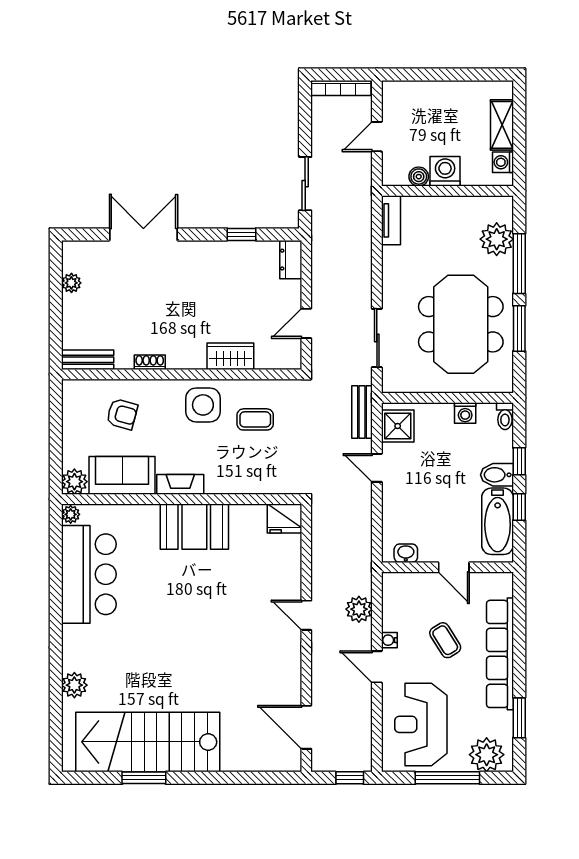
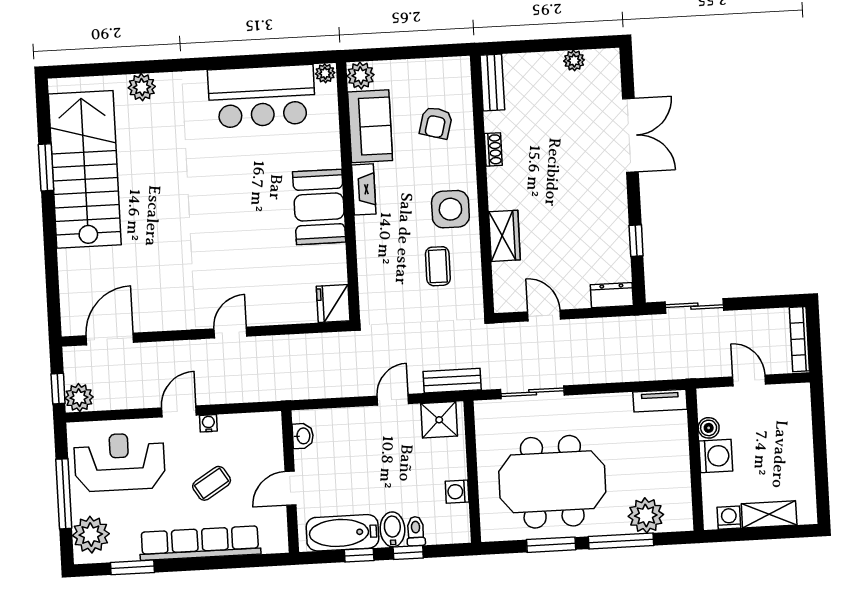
toilet: (505, 416) -> (416, 531), moved, turned 90
plant: (359, 609) -> (79, 398), moved

